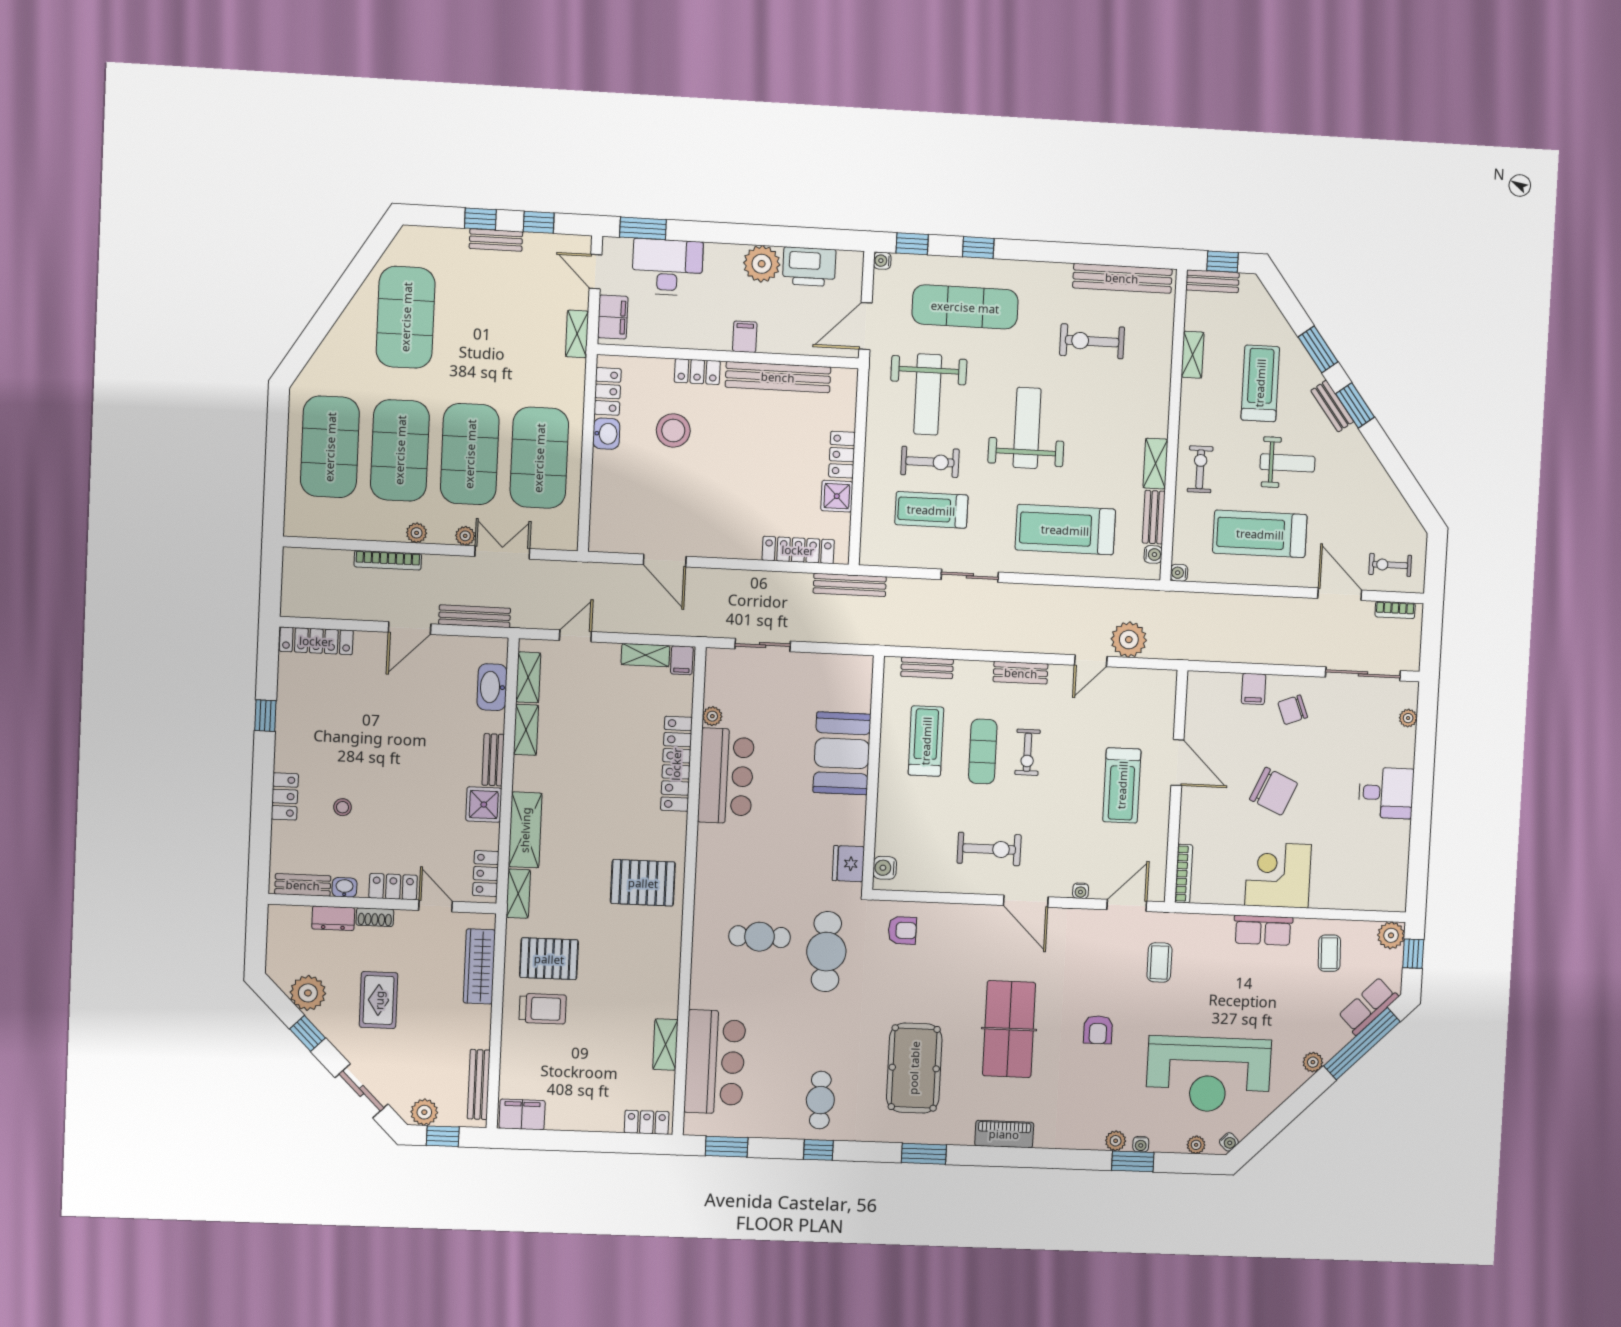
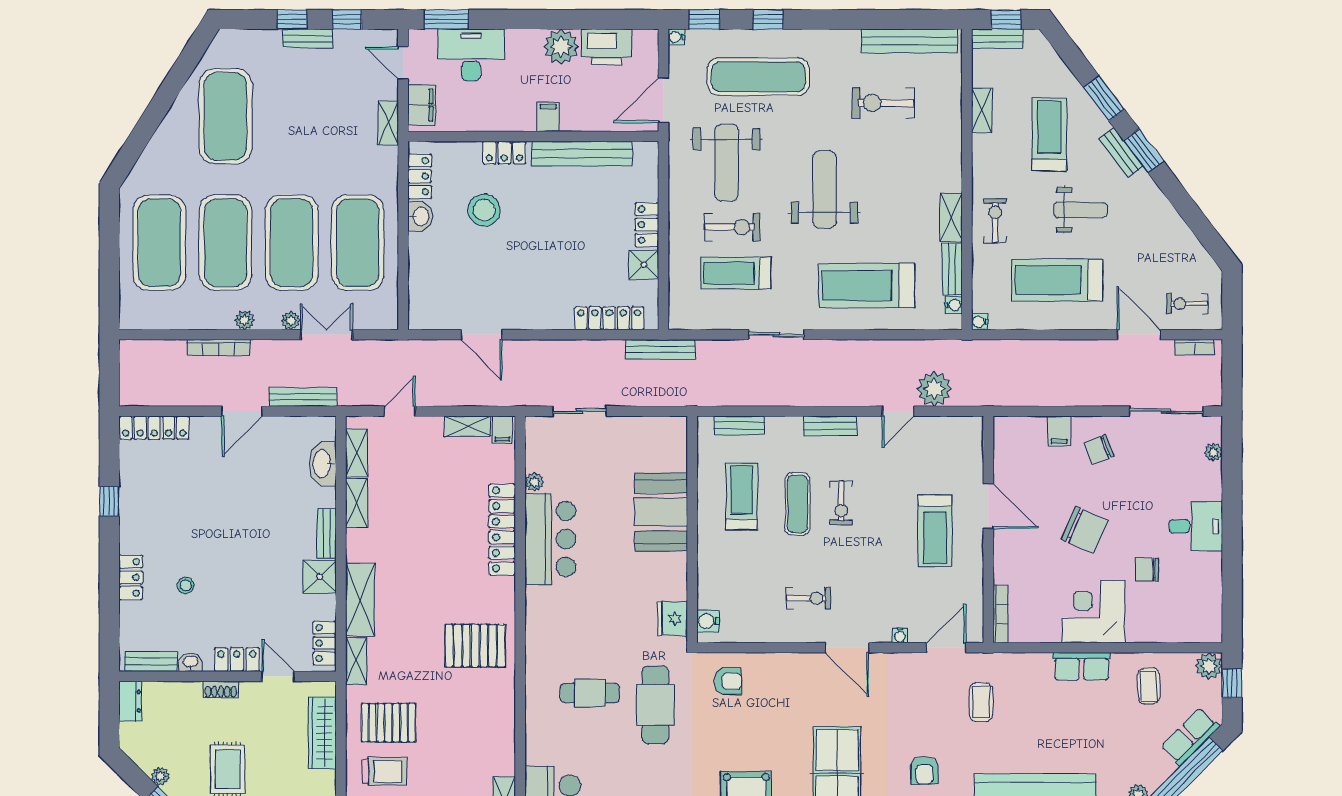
chair: (1334, 834) -> (1147, 569), added
exercise bike: (989, 849) -> (809, 598), width x0.73, depth x0.72
dresser: (333, 918) -> (130, 701), moved, turned -90
plant: (308, 993) -> (160, 776), width x0.53, depth x0.53

